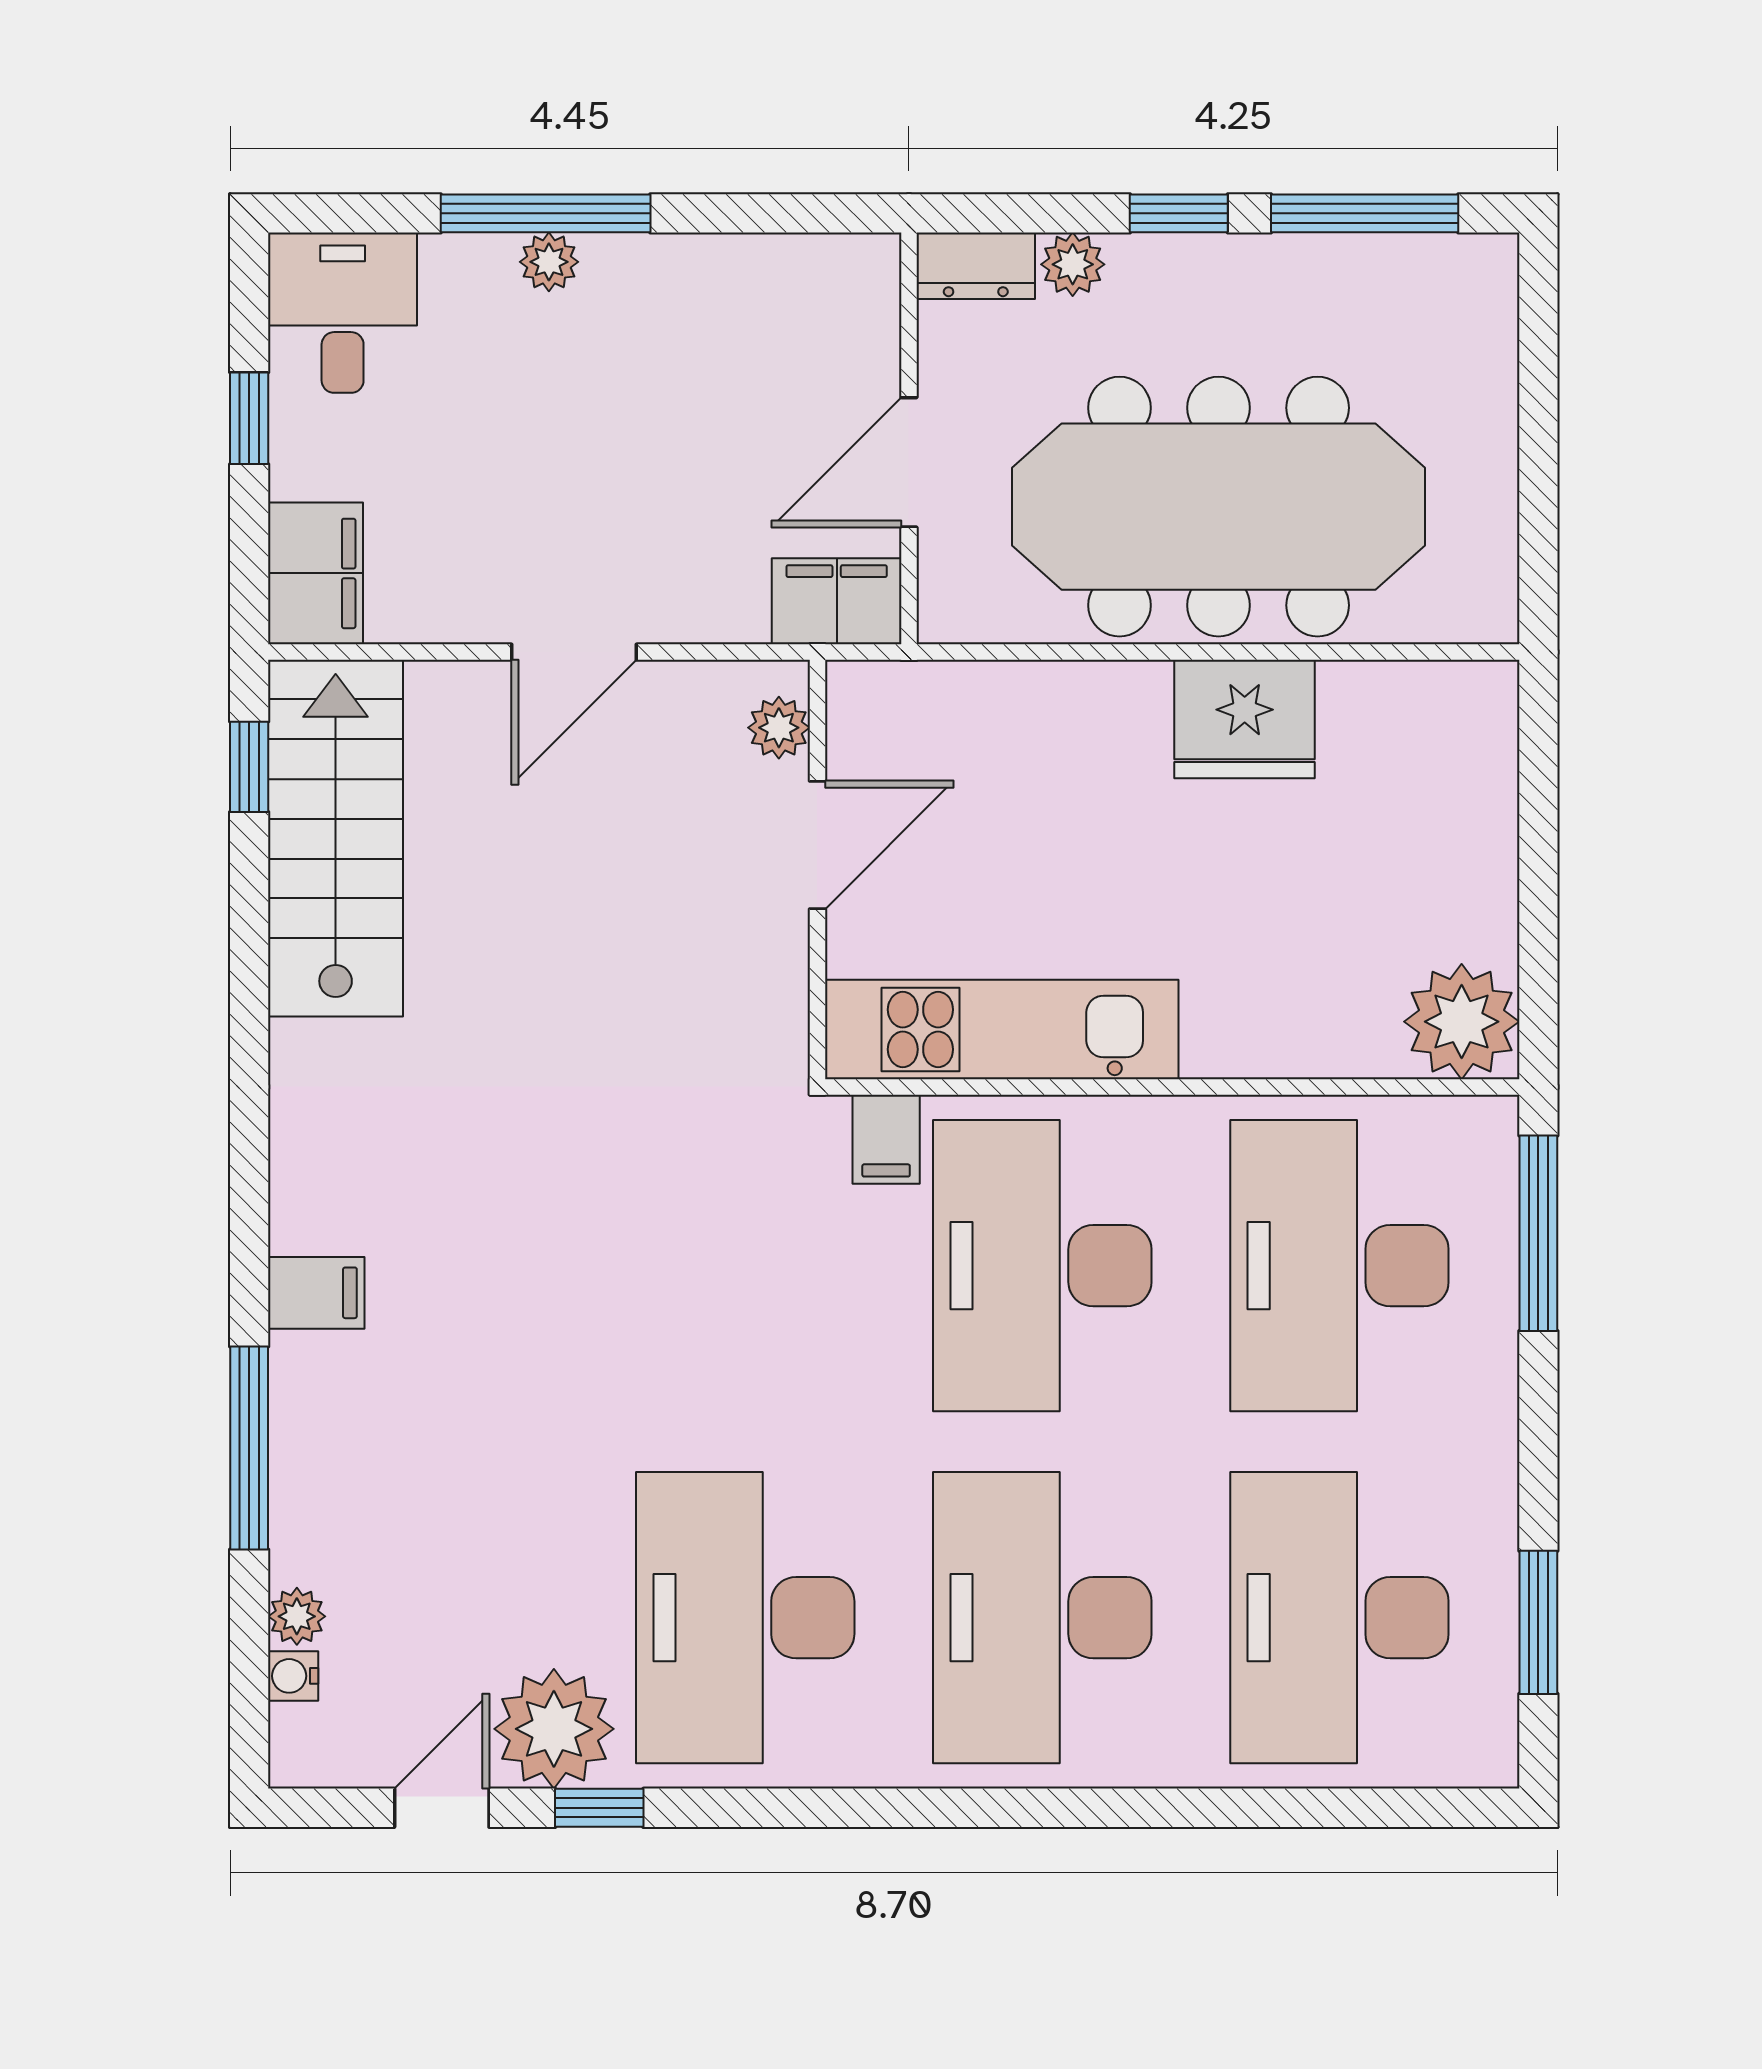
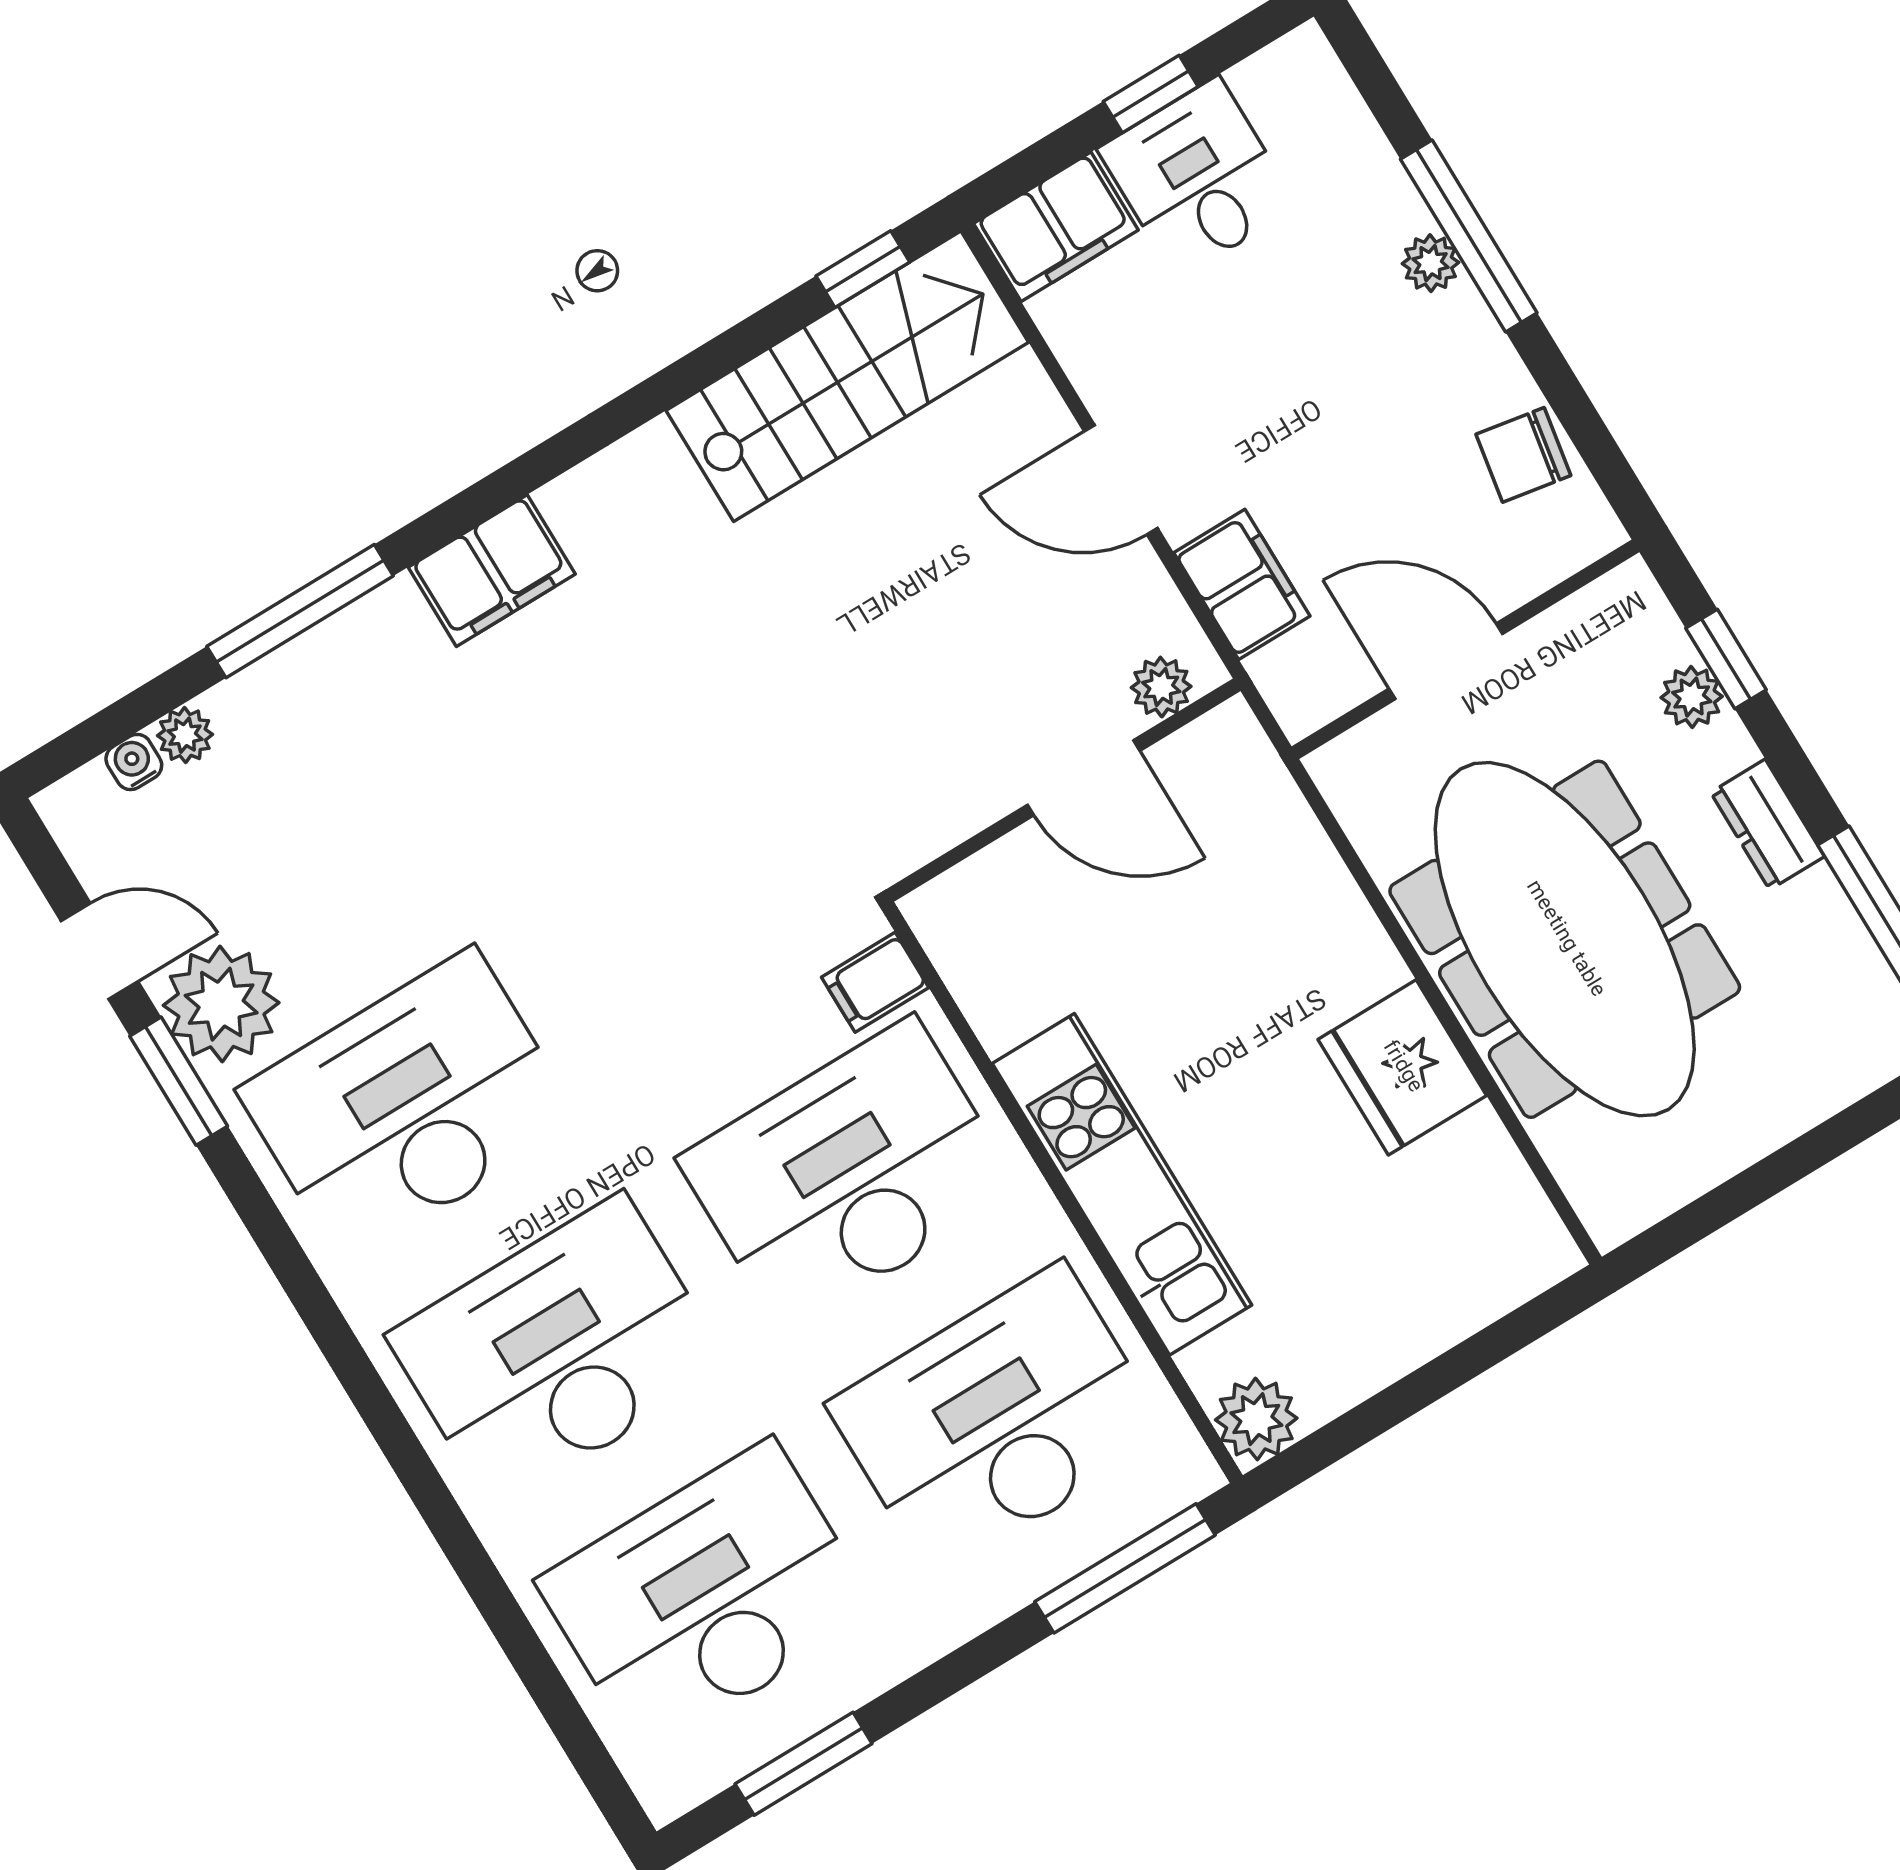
window: (1179, 213) -> (1726, 659), moved
dresser: (976, 266) -> (1767, 824), moved
chair: (768, 283) -> (1523, 455), added
desk: (343, 313) -> (1198, 178), moved, turned -90
filing cabinet: (837, 601) -> (1242, 584), moved
plant: (1462, 1022) -> (1256, 1419), width x0.73, depth x0.73
kitchen unit: (1002, 1030) -> (1122, 1184), moved
filing cabinet: (316, 1293) -> (492, 571), width x2.00
window: (599, 1808) -> (179, 1081), width x1.50

